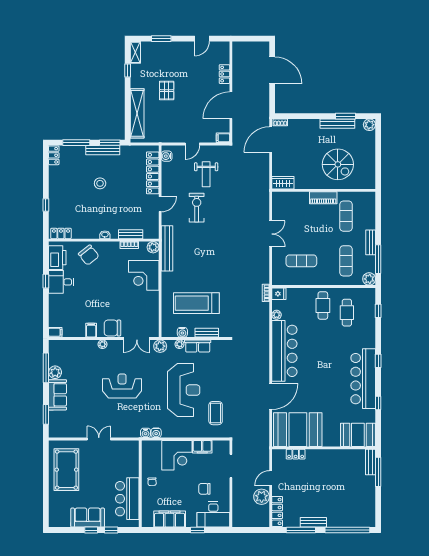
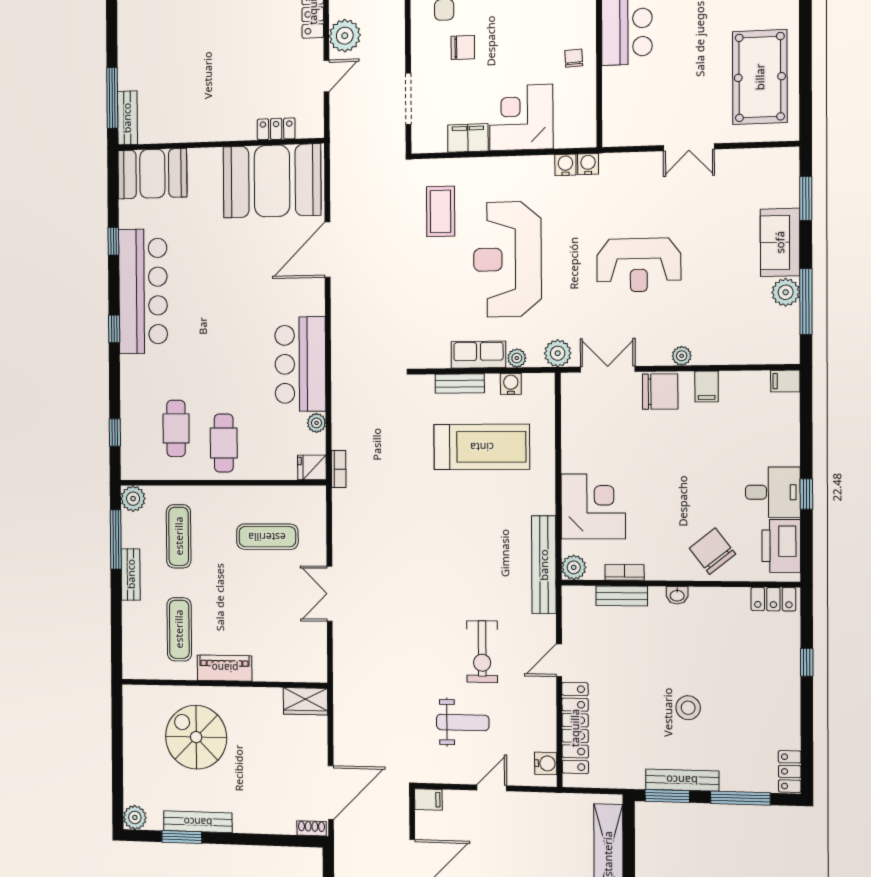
weight bench: (206, 174) -> (463, 722), turned 90
bar counter: (284, 351) -> (300, 364), width x0.73

